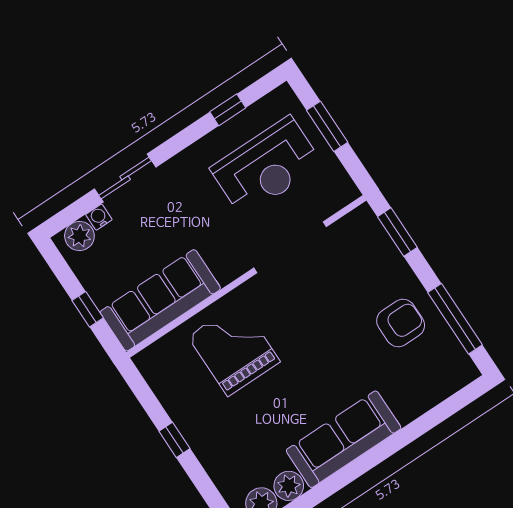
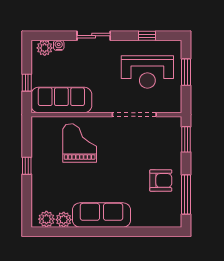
sliding door: (125, 178) -> (94, 36), moved

